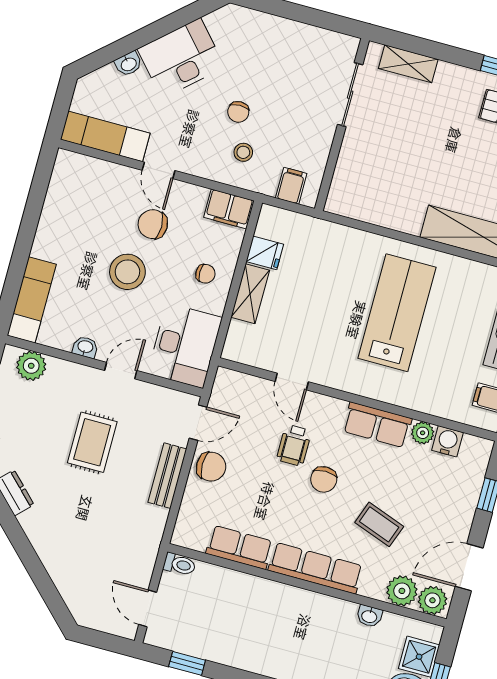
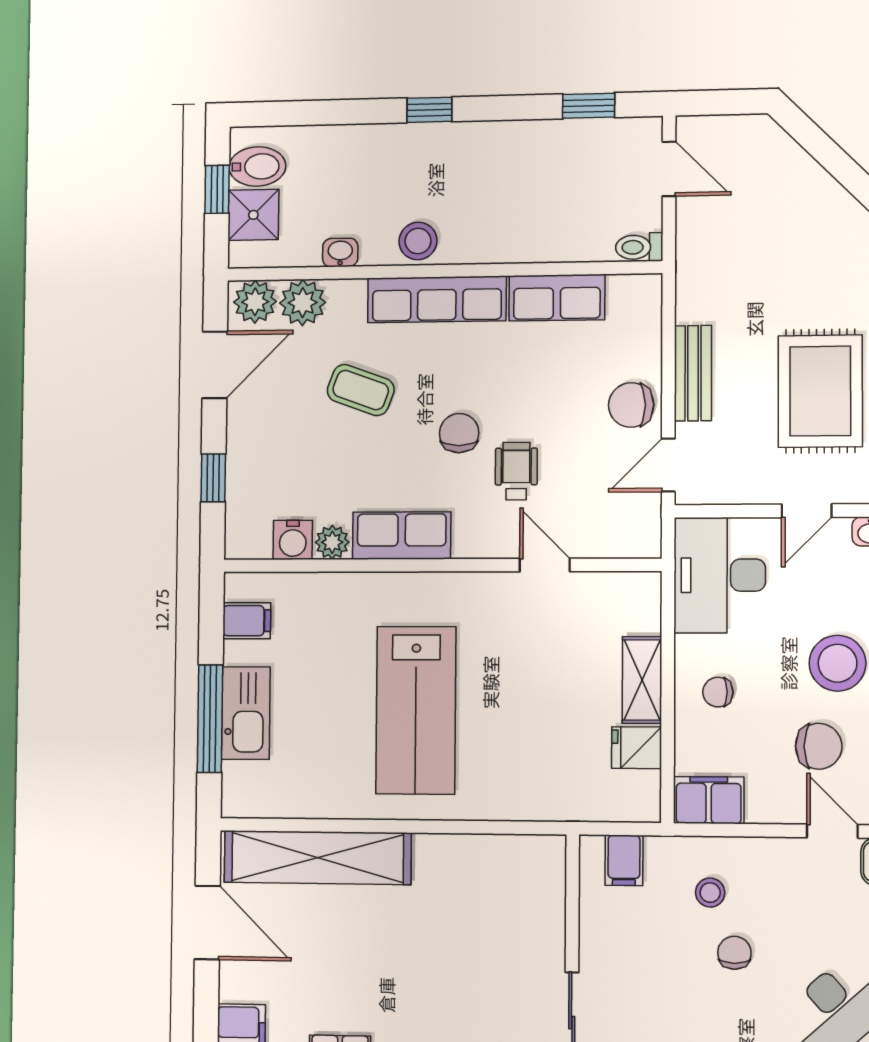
rug: (92, 442) -> (820, 391), width x1.36, depth x1.43
stool: (318, 609) -> (418, 241), added

